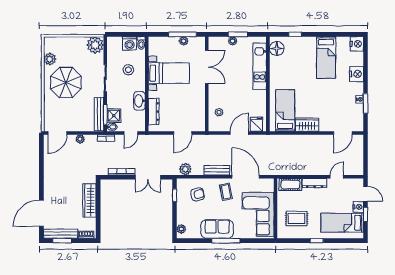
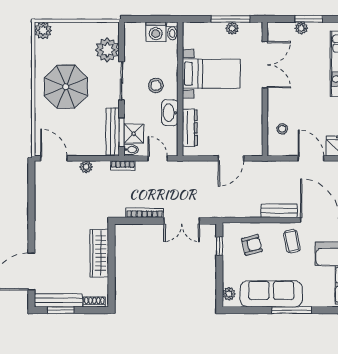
plant: (95, 45) -> (107, 50), moved
plant: (50, 59) -> (43, 31), moved
stool: (128, 70) -> (156, 85), moved
door: (57, 133) -> (54, 158), swing flipped
door: (131, 133) -> (158, 158), swing flipped
door: (239, 133) -> (311, 158), hinge flipped
plant: (185, 169) -> (235, 209), removed
sofa: (217, 229) -> (271, 294), width x1.36

